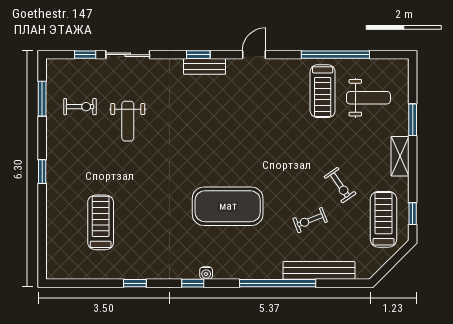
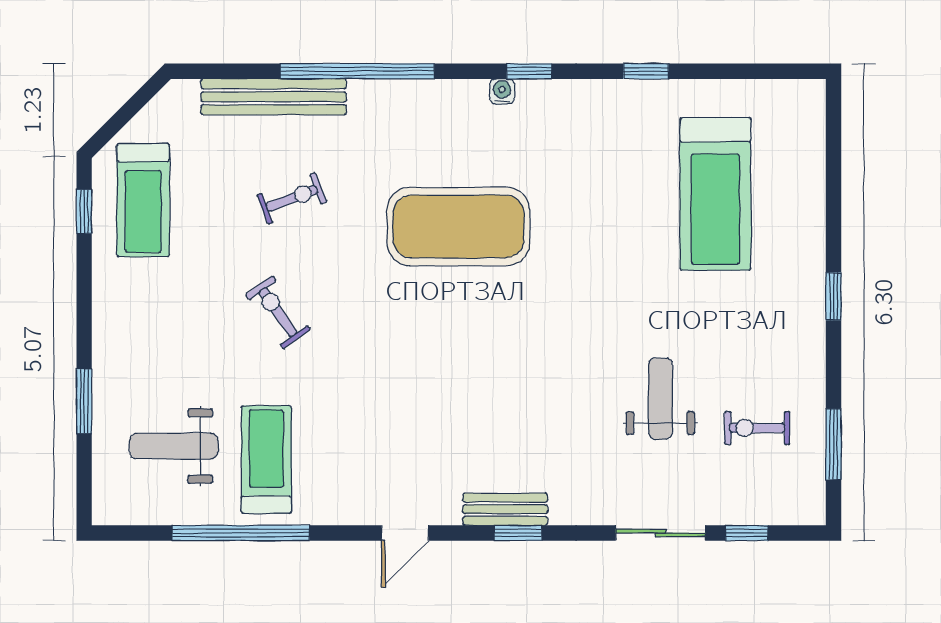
shelving: (400, 156) -> (110, 327), removed
exercise bike: (340, 185) -> (278, 312), moved
treadmill: (101, 222) -> (715, 194), width x1.37, depth x1.38

